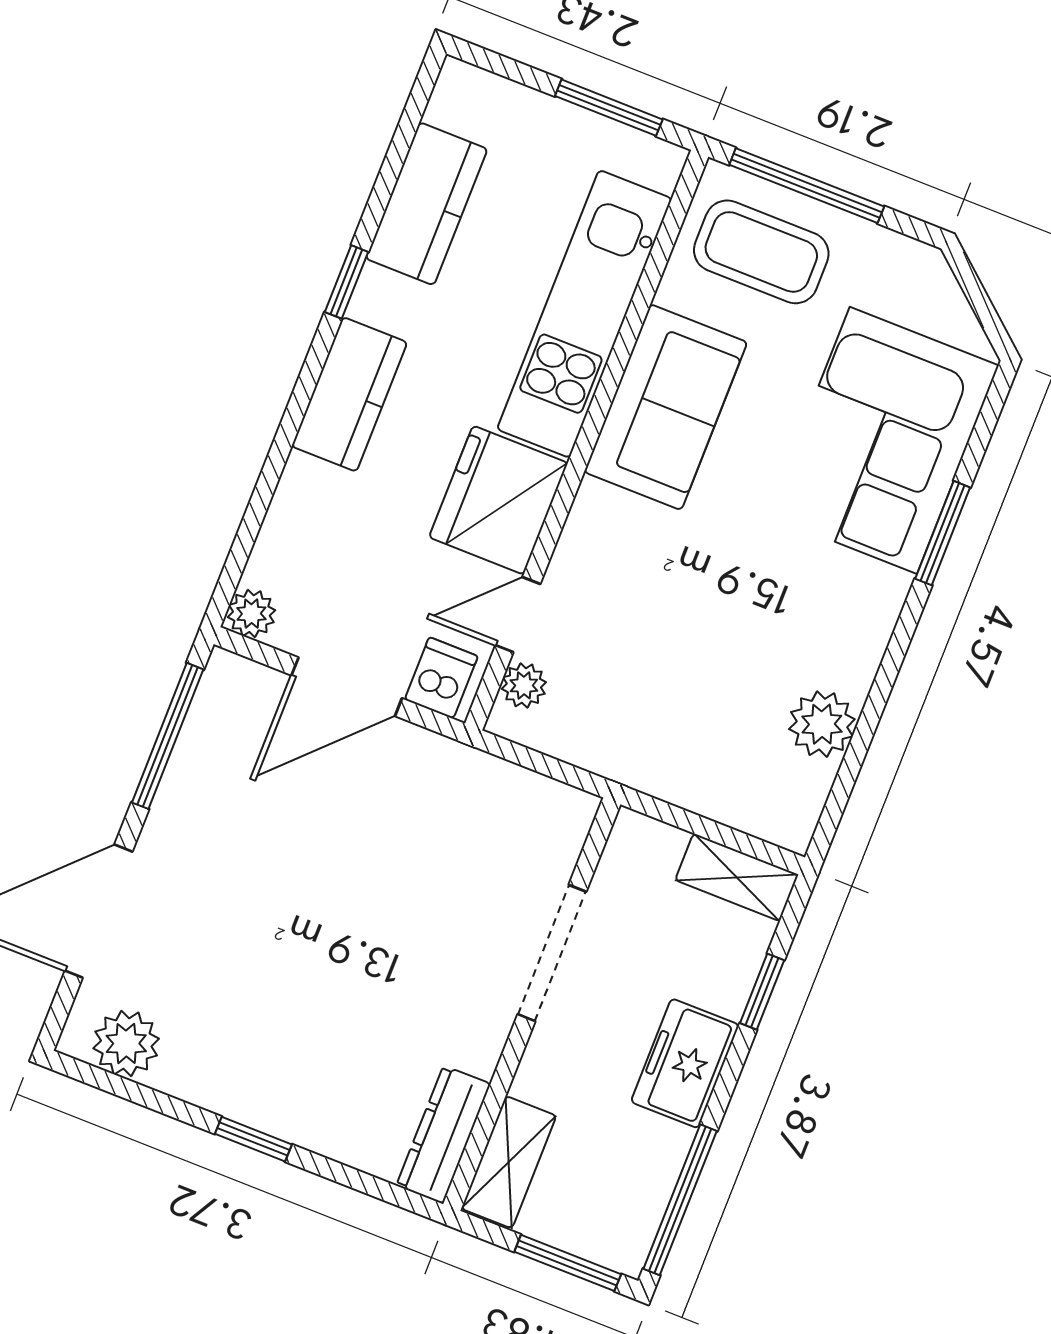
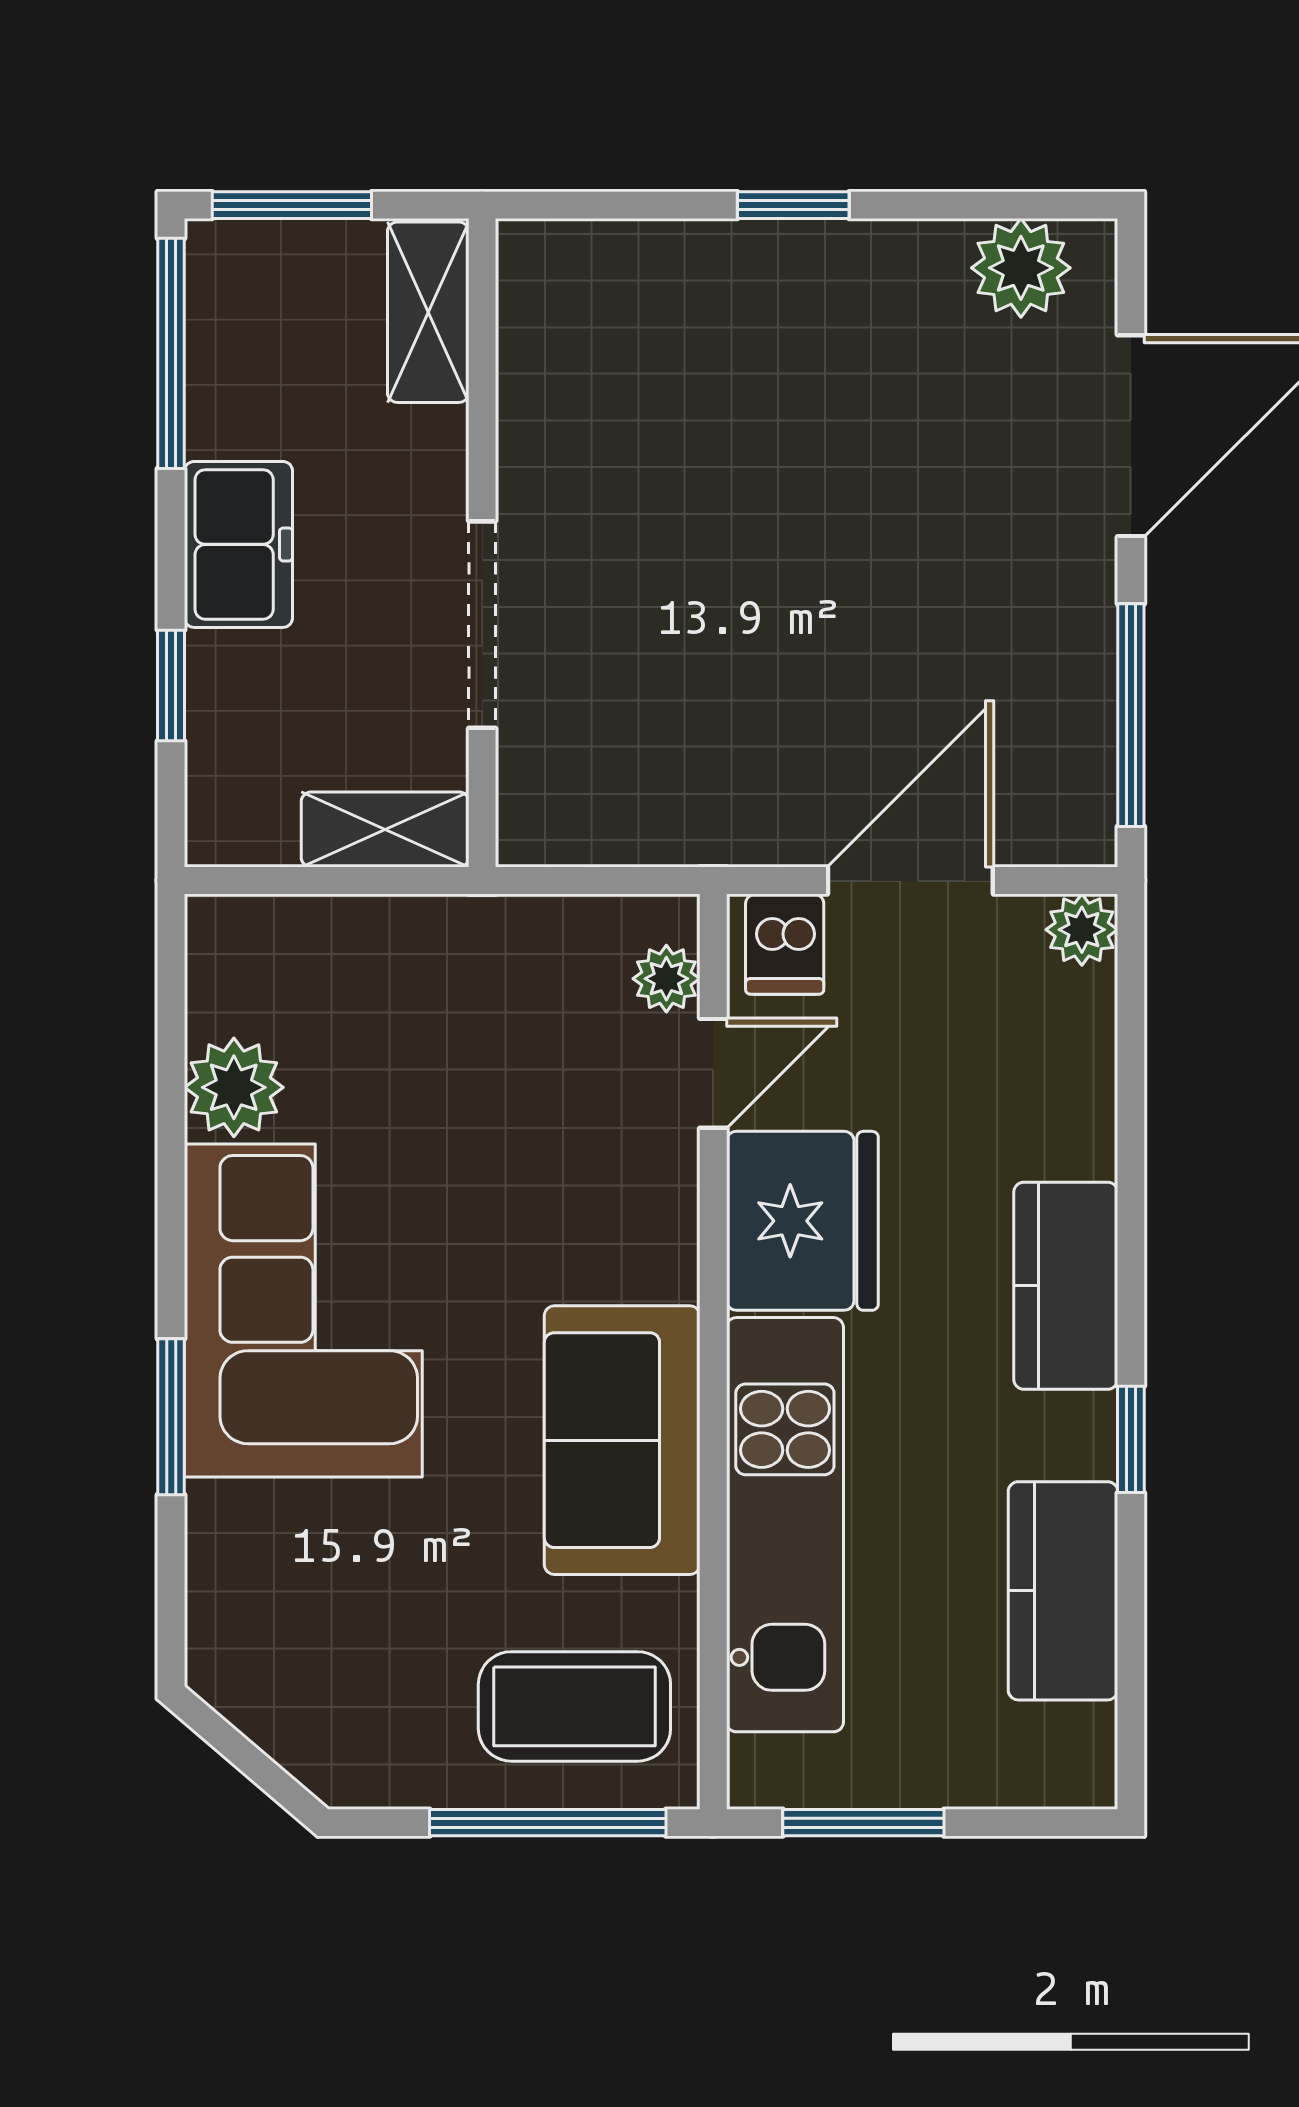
corner sofa: (883, 440) -> (303, 1311), moved
shelving: (737, 877) -> (385, 830), moved
dresser: (443, 1135) -> (533, 315), removed

